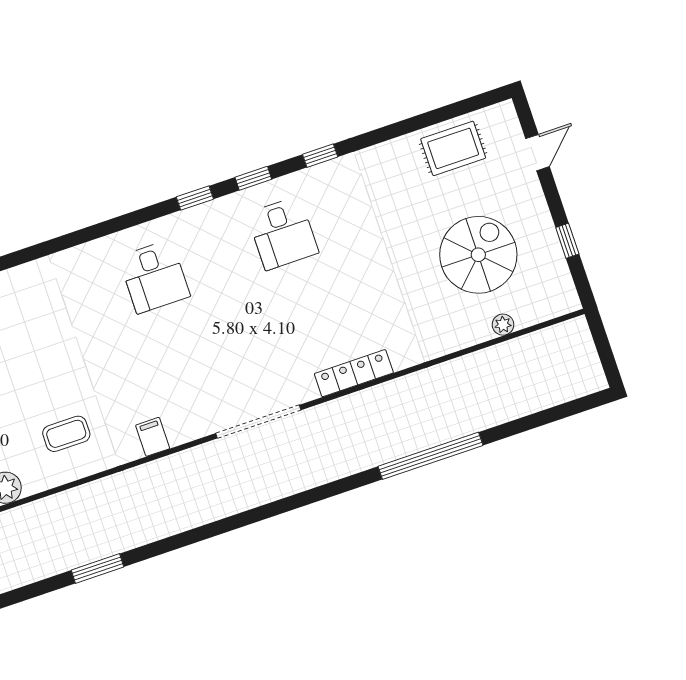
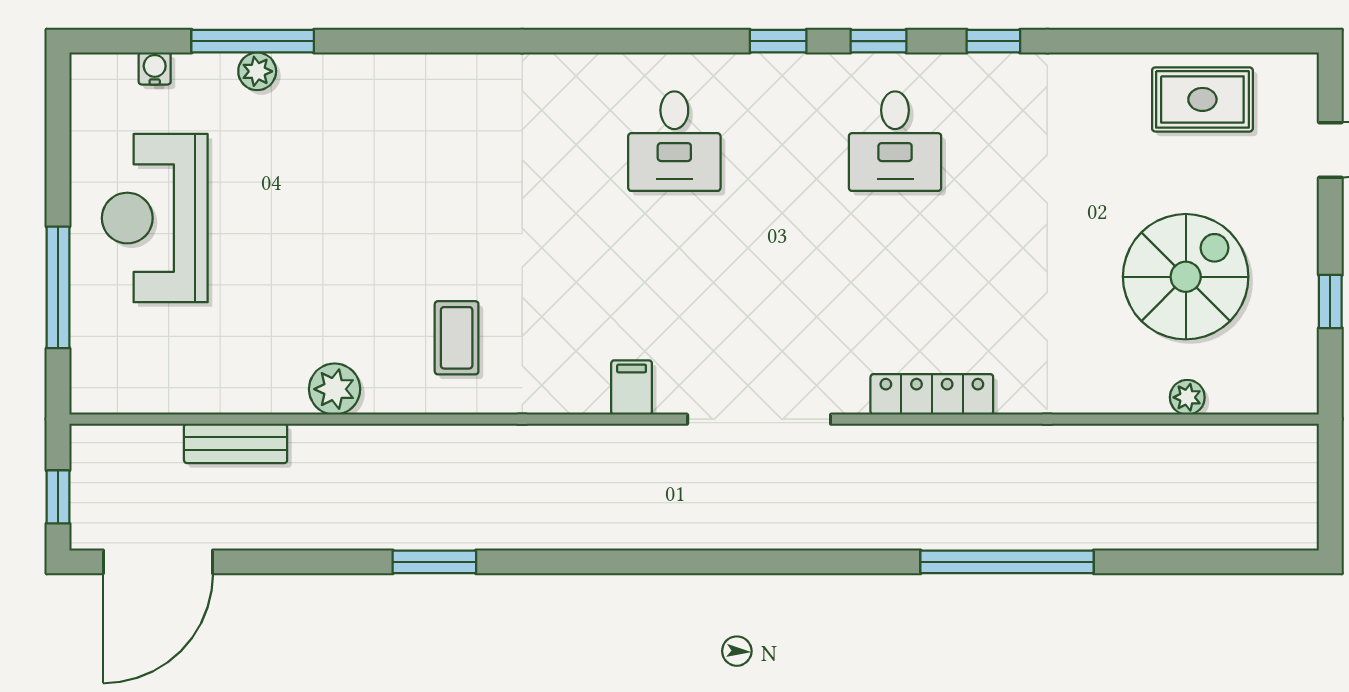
coffee table: (66, 434) -> (457, 338), turned 90
filing cabinet: (153, 437) -> (632, 388), moved

